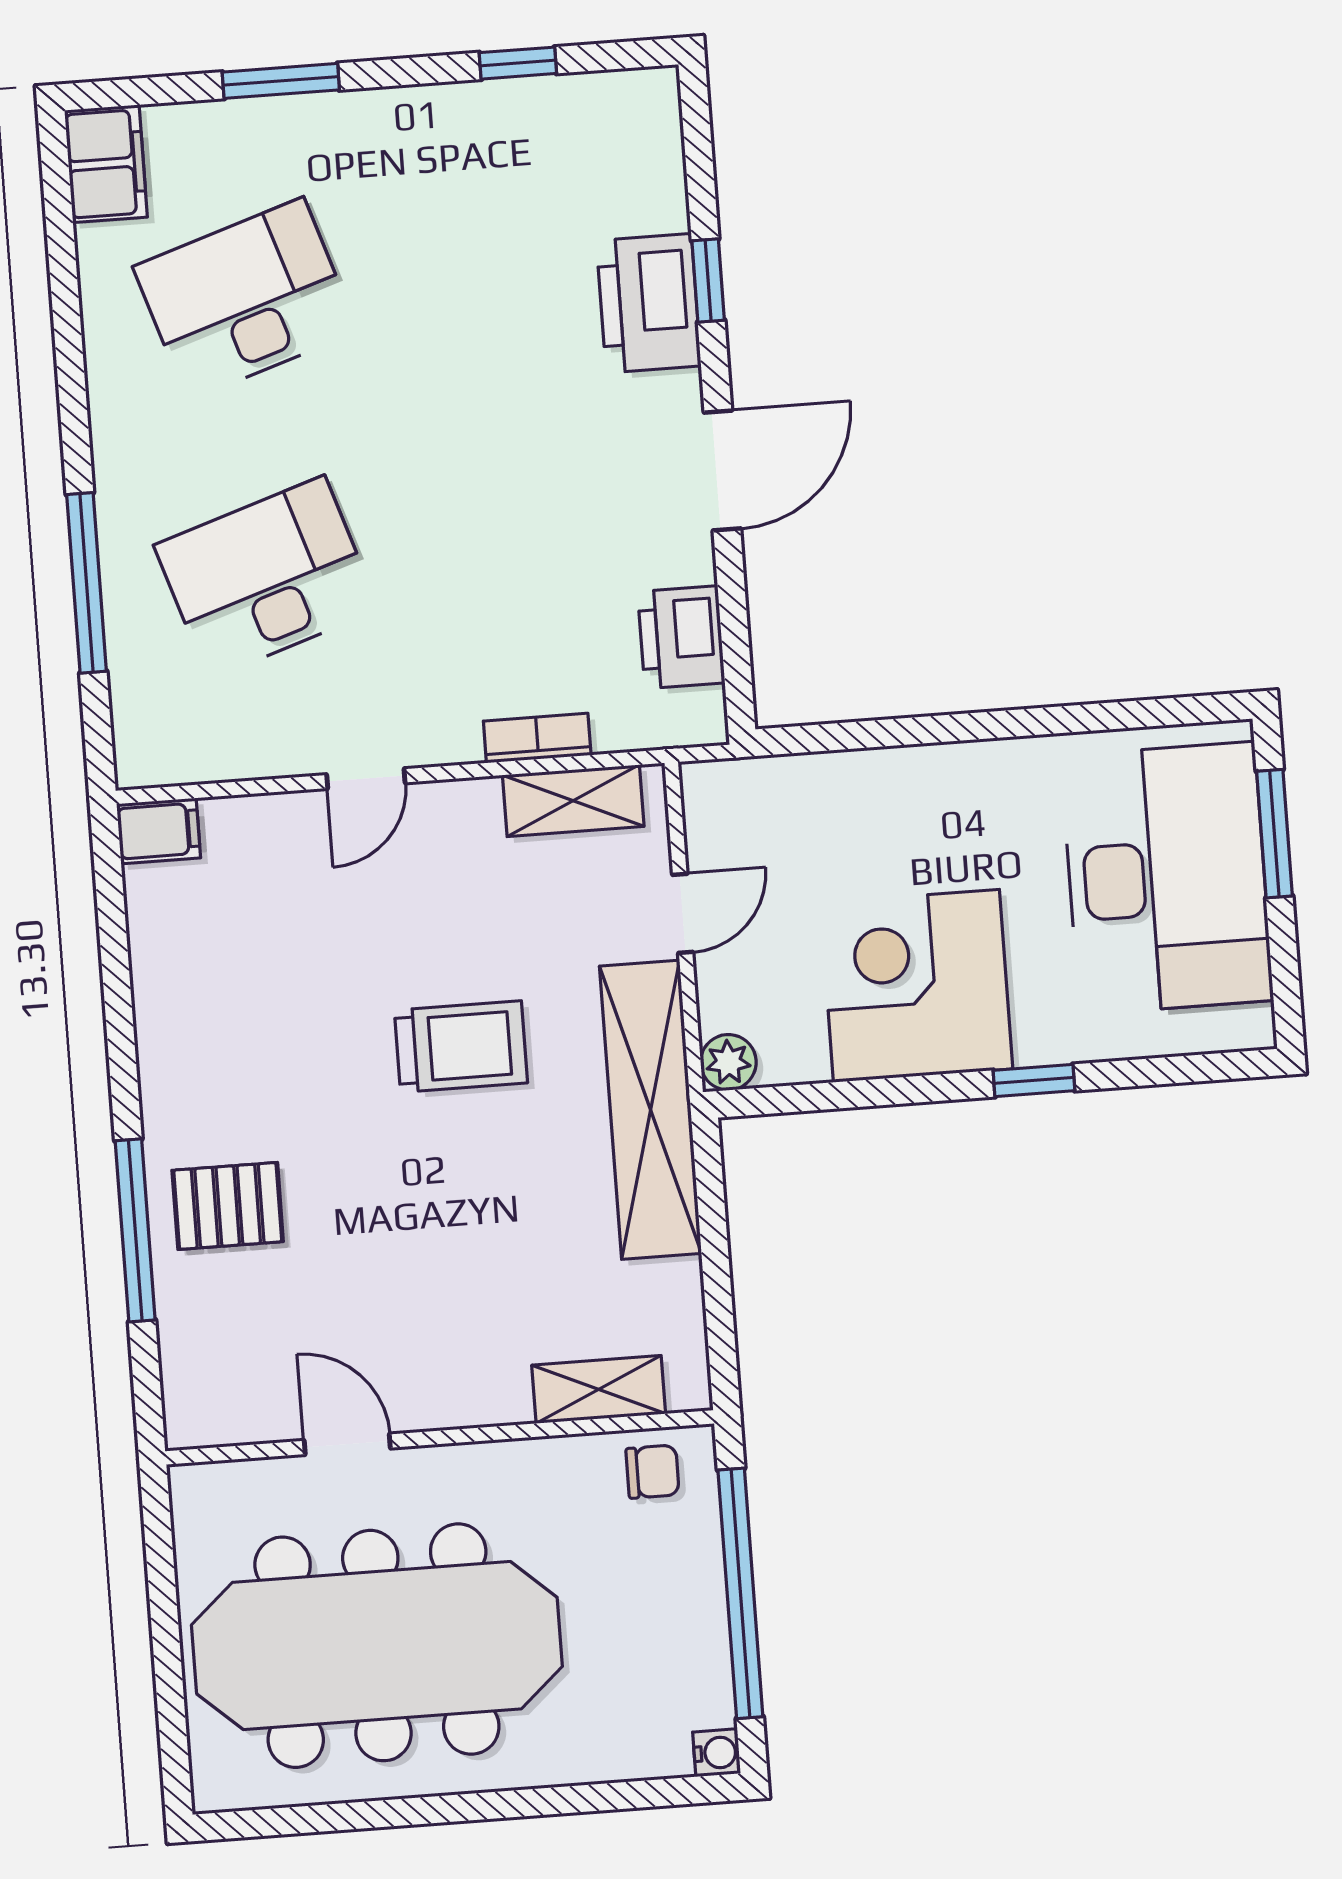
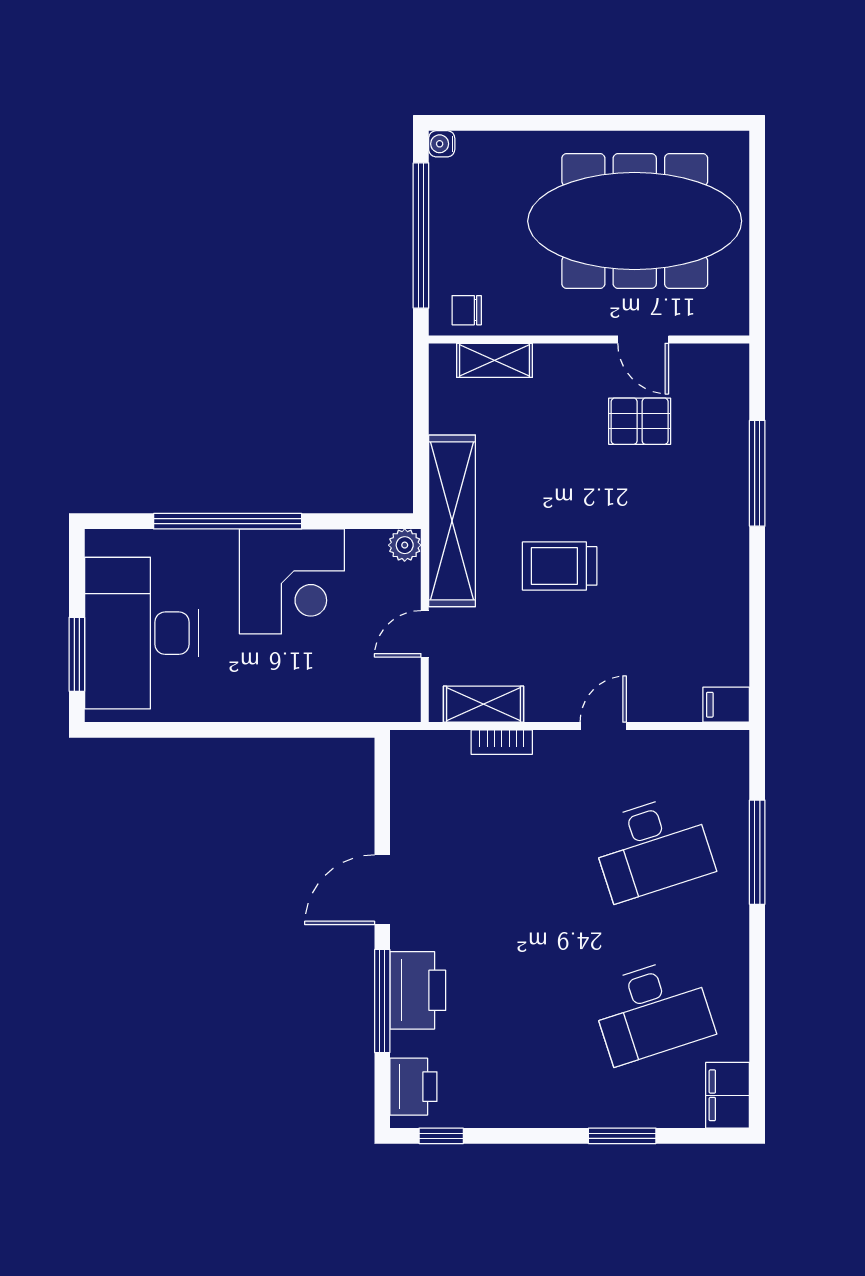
window: (518, 63) -> (441, 1136), moved
window: (708, 281) -> (382, 1001), width x2.17
printer: (681, 637) -> (413, 1087), moved
window: (1034, 1080) -> (228, 521), width x3.17
pallet: (228, 1206) -> (640, 421), moved

